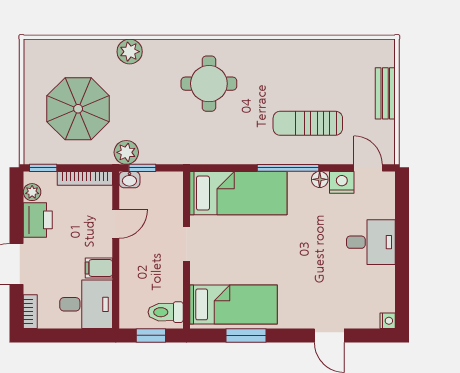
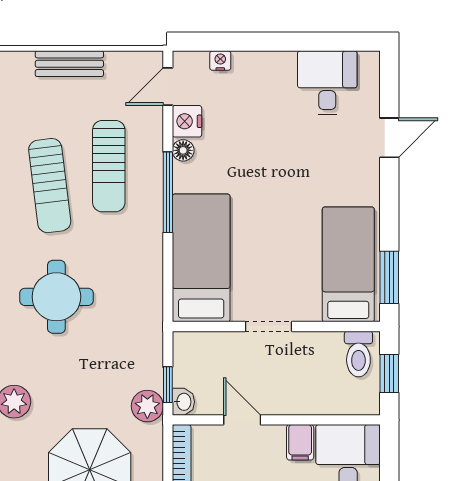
sun lounger: (293, 79) -> (50, 186), added
desk: (371, 242) -> (327, 83), moved
nightstand: (388, 321) -> (220, 61), moved
window: (246, 335) -> (389, 277), moved

